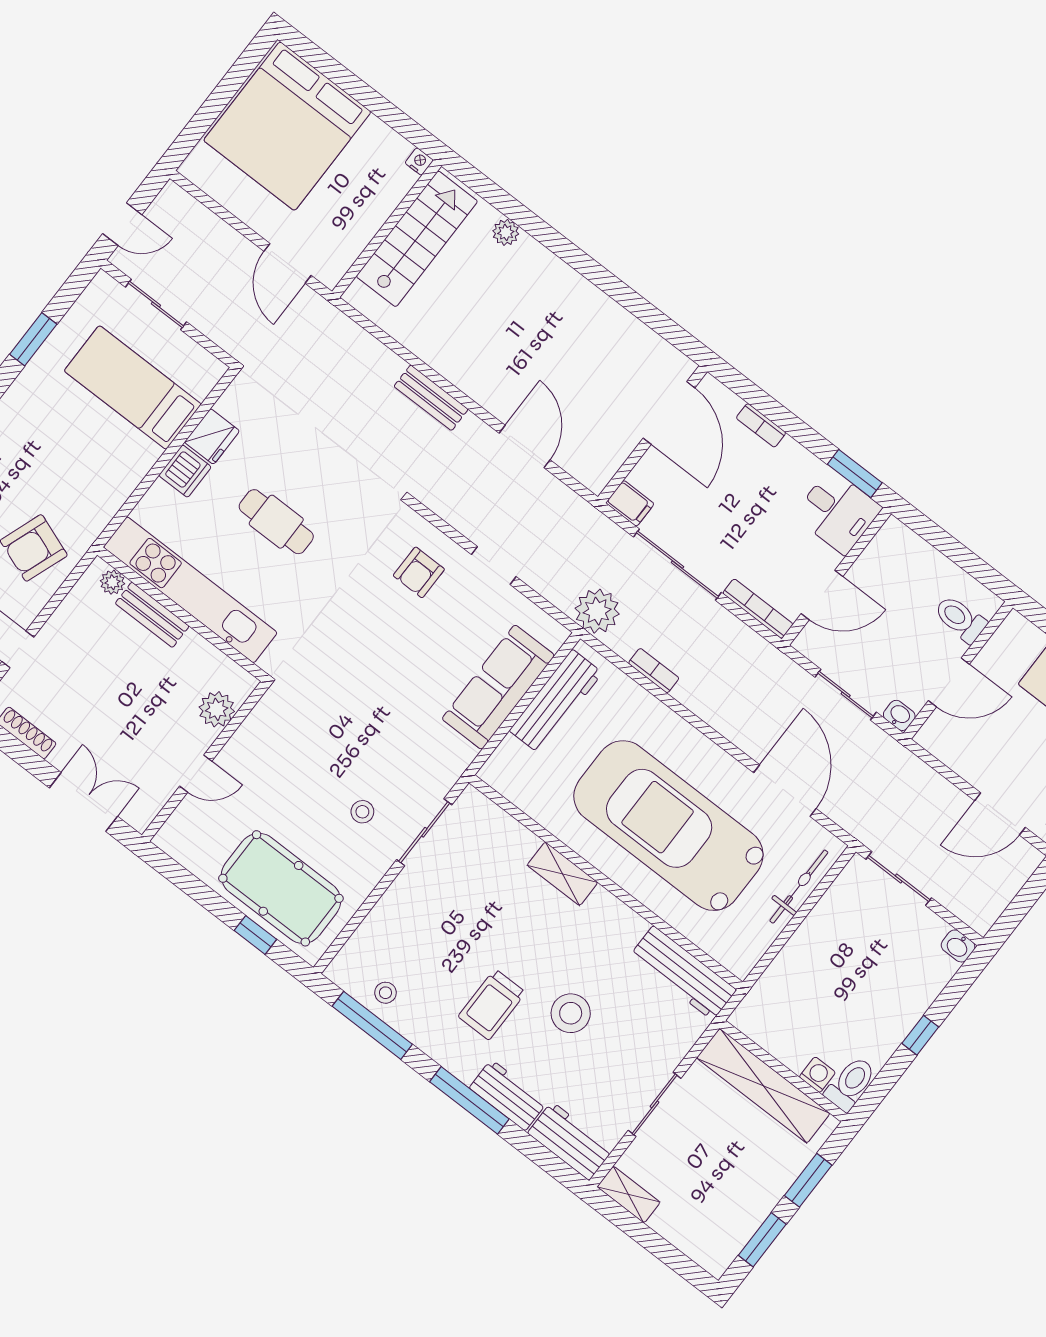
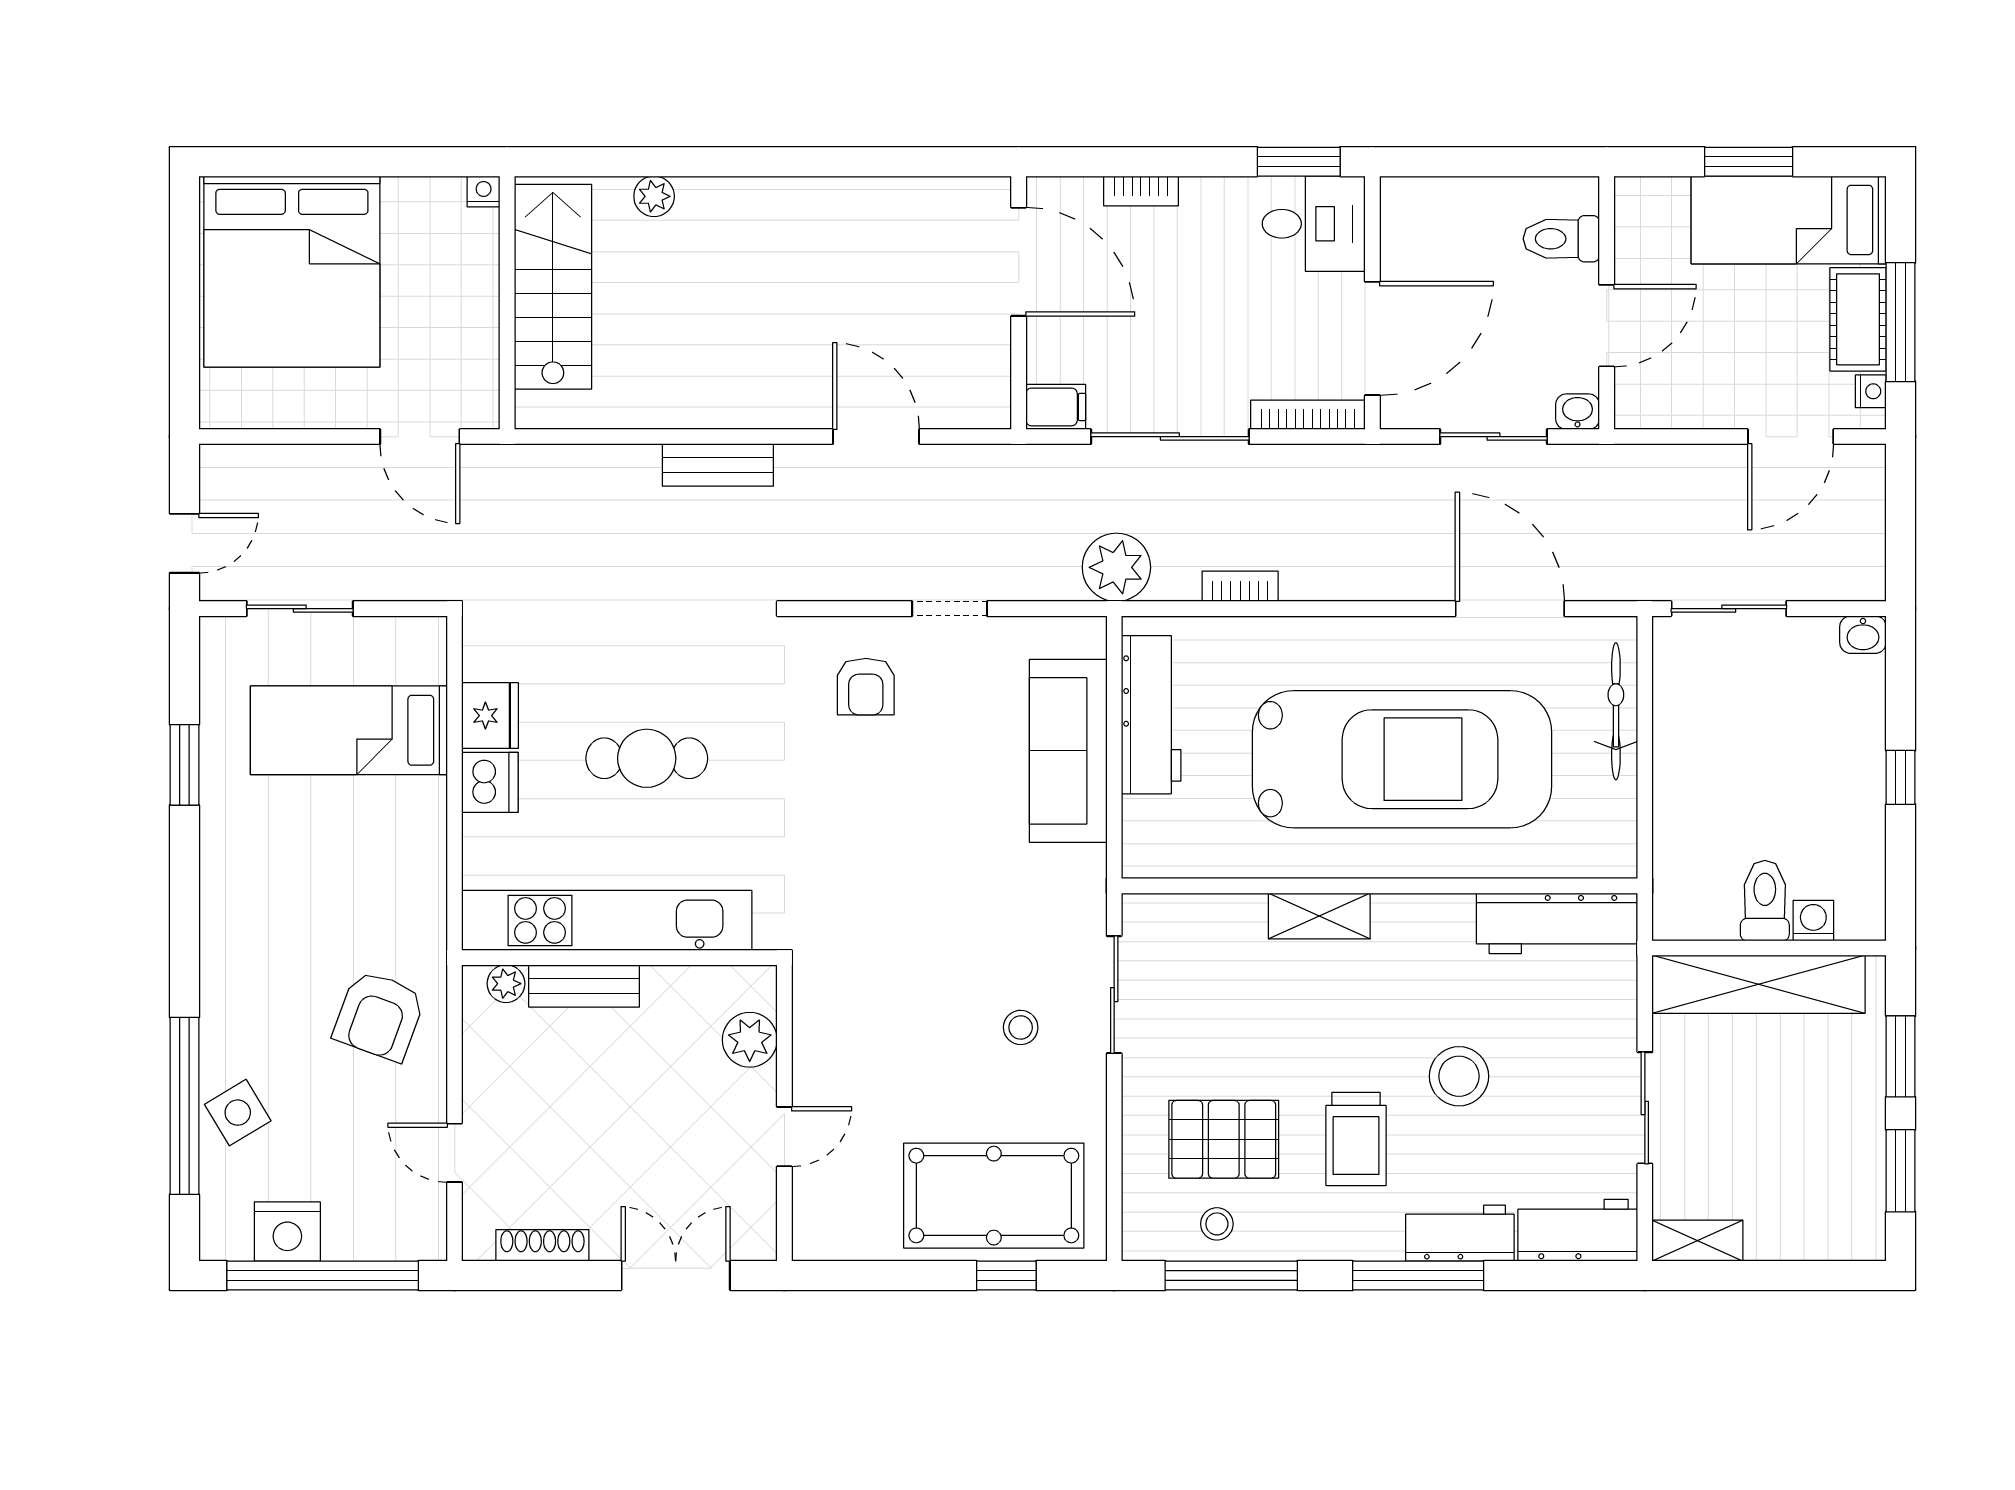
door: (822, 595) -> (1372, 338), width x1.36
car: (668, 826) -> (1402, 759), turned 180
pallet: (423, 951) -> (1224, 1139), added
toilet: (851, 1084) -> (1765, 901), moved

